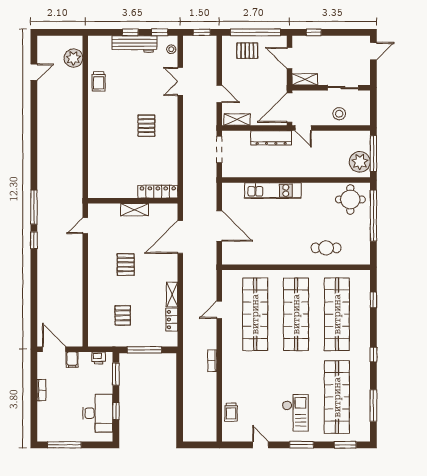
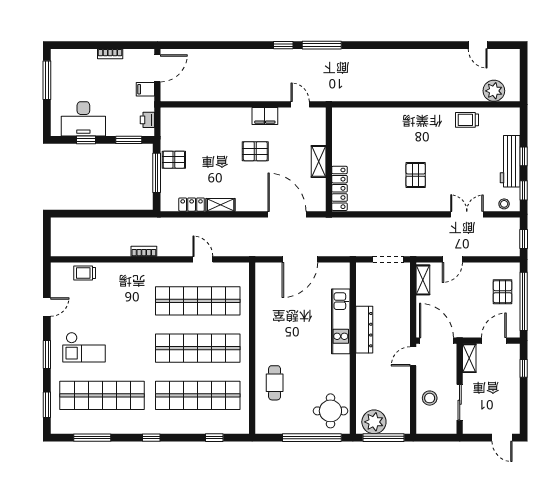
pallet: (146, 126) -> (416, 175), turned 90
dresser: (271, 138) -> (364, 330), moved, turned 180
filing cabinet: (95, 256) -> (265, 116), added
pallet: (123, 315) -> (174, 160), moved

